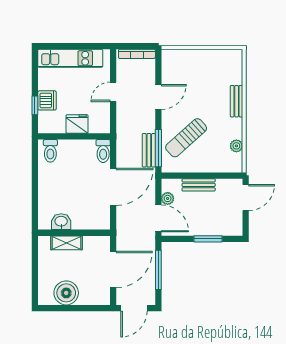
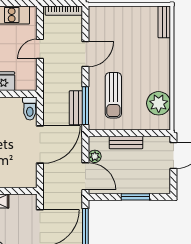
bench: (237, 101) -> (164, 22), moved
sun lounger: (186, 138) -> (113, 95), turned -48
plant: (236, 146) -> (159, 103), width x1.88, depth x1.88

